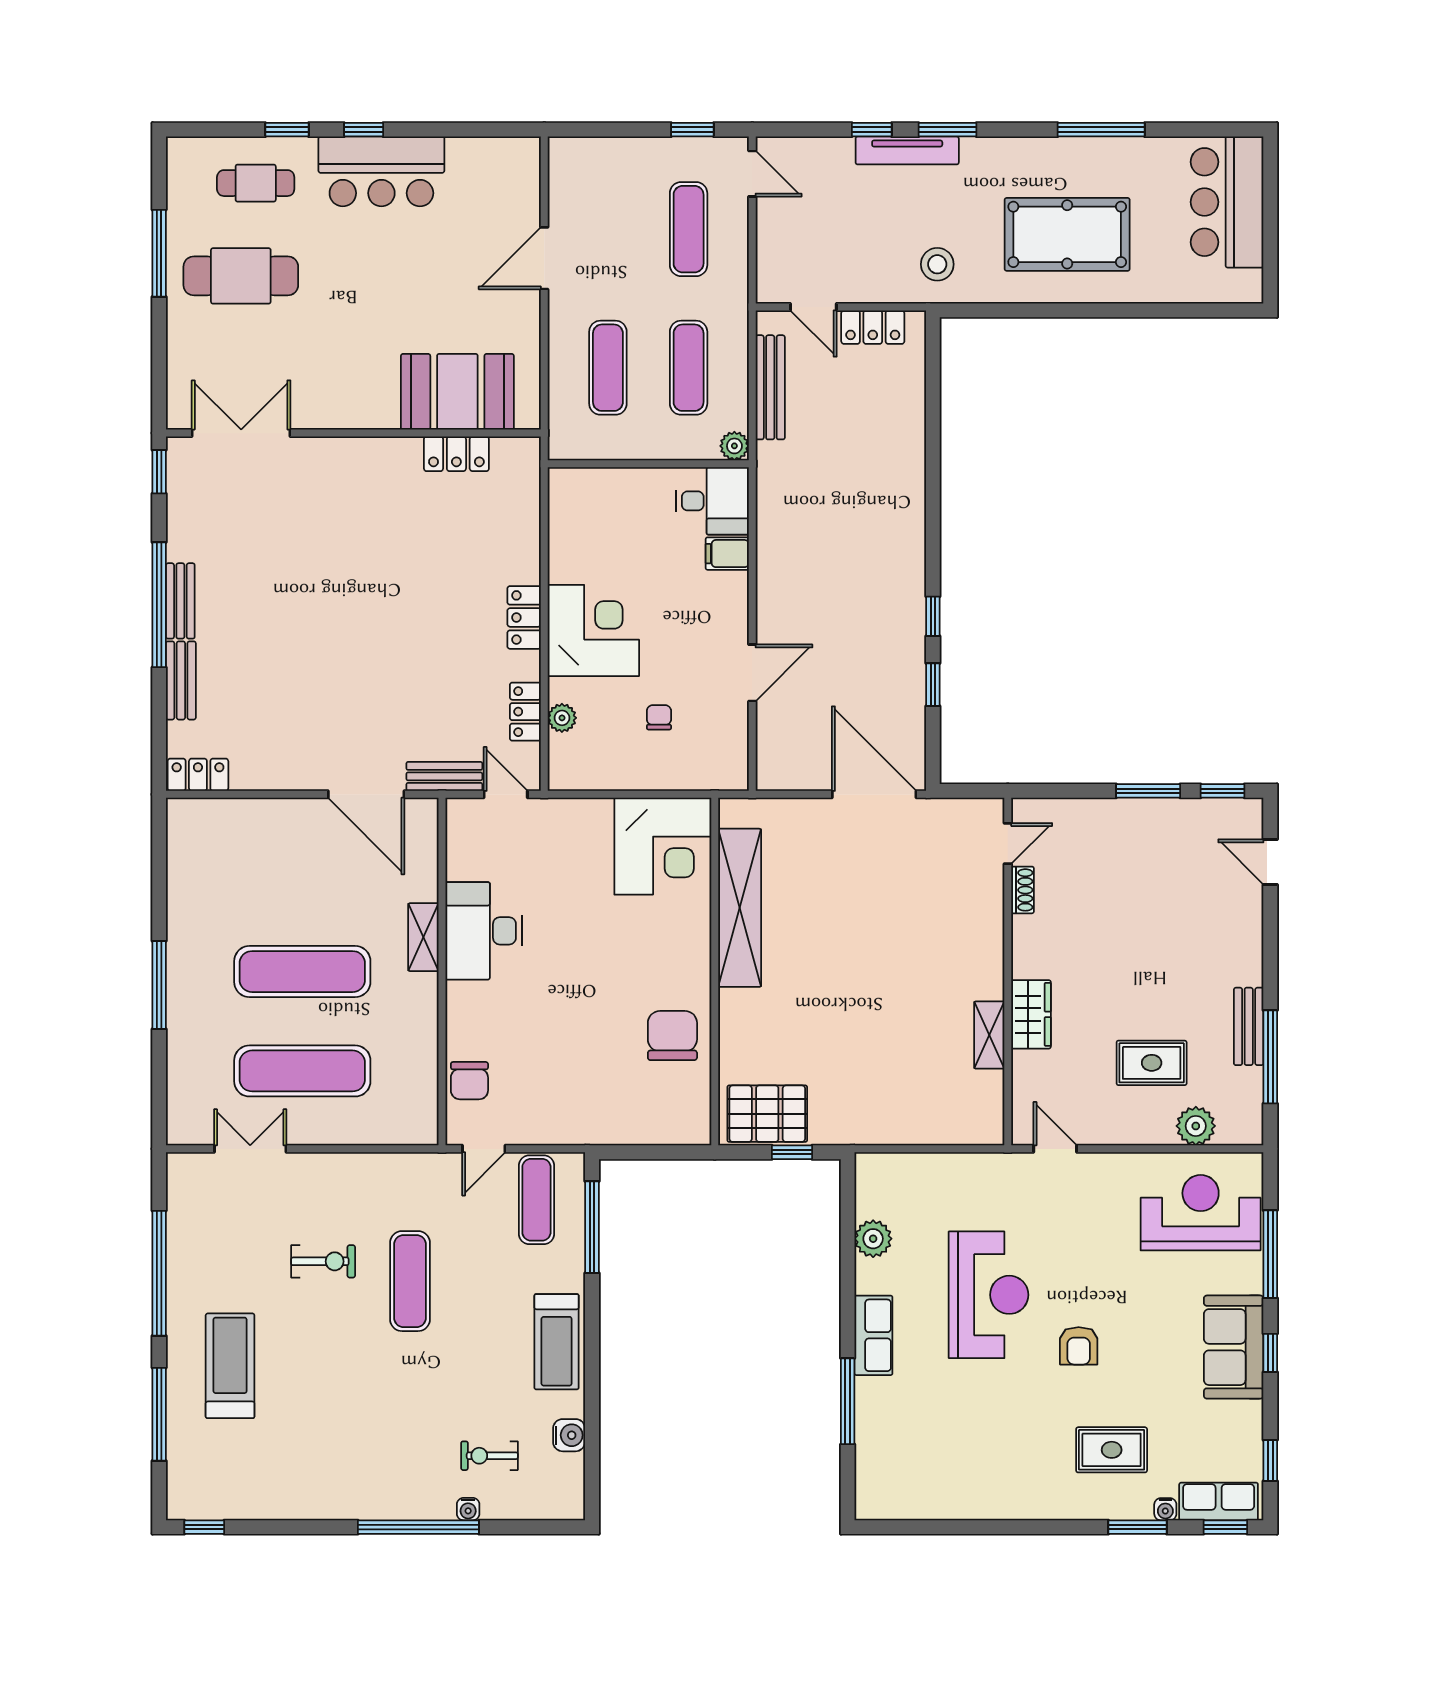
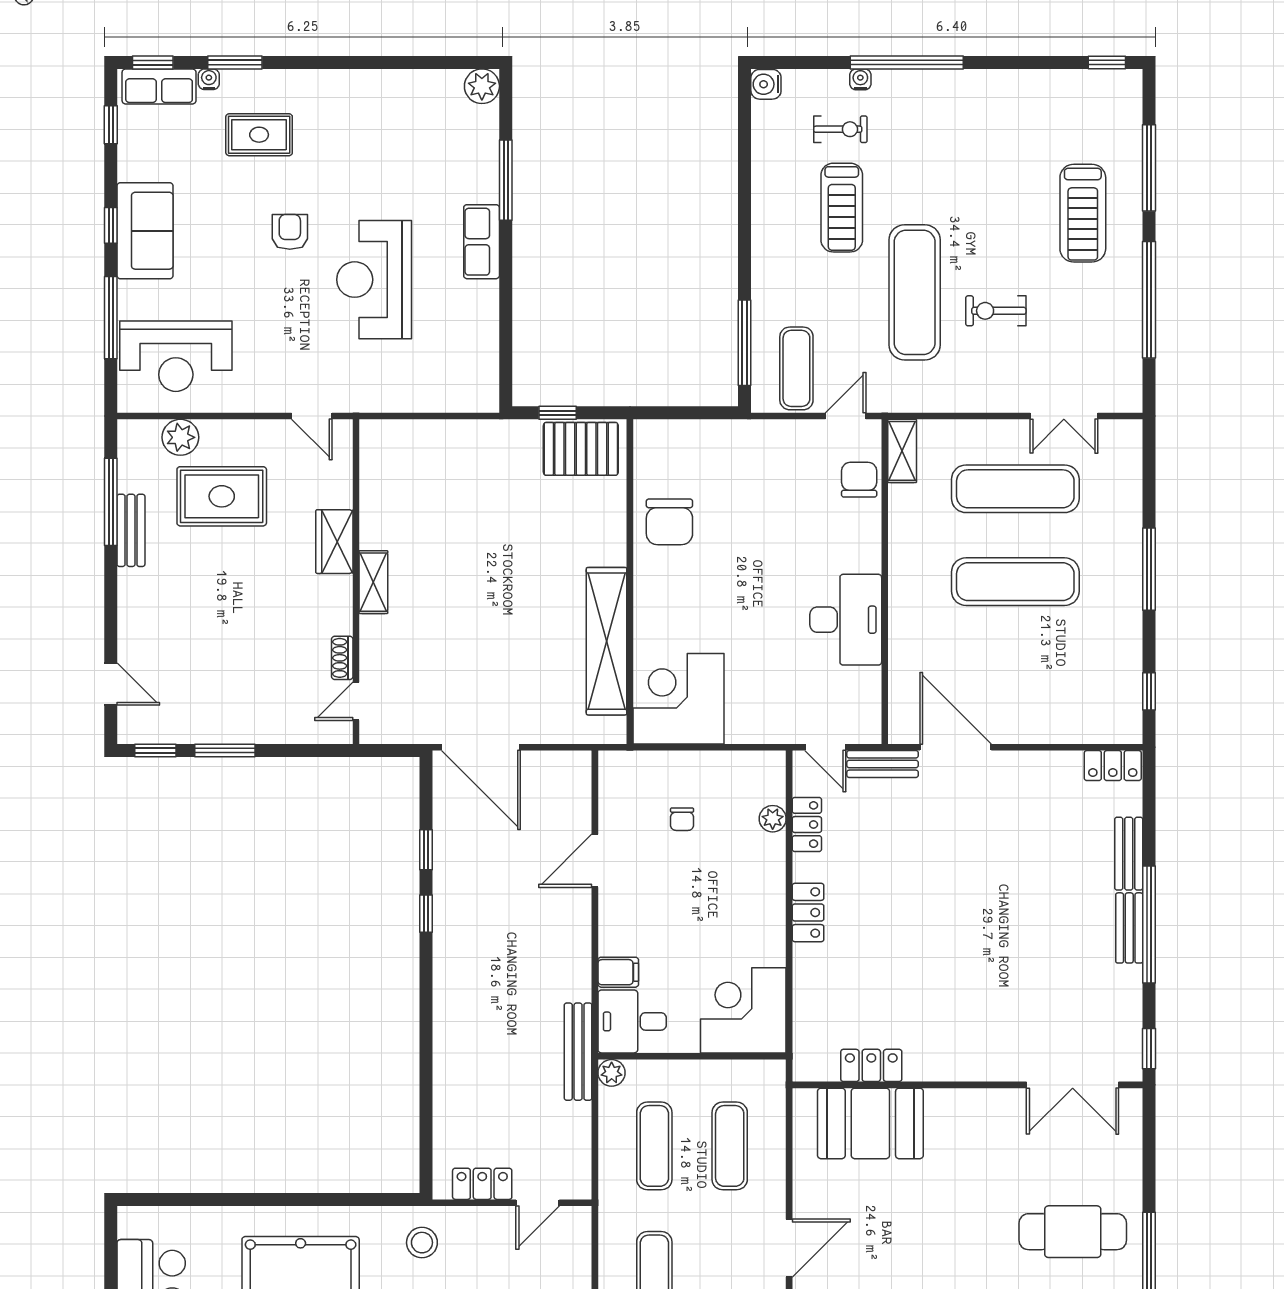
door: (813, 307) -> (538, 1203), swing flipped
bench: (770, 387) -> (578, 1052), moved
corner desk: (593, 630) -> (743, 1010), moved, turned 90
window: (159, 854) -> (1149, 691), added
shelving: (423, 937) -> (902, 451), moved
shelving: (989, 1035) -> (373, 582), moved
rug: (1152, 1063) -> (222, 496), width x1.36, depth x1.43
plant: (873, 1239) -> (482, 86), moved
exercise mat: (410, 1281) -> (915, 292), width x1.36, depth x1.45
treadmill: (557, 1342) -> (842, 208), moved, turned 180
water cooler: (569, 1435) -> (766, 84), moved

